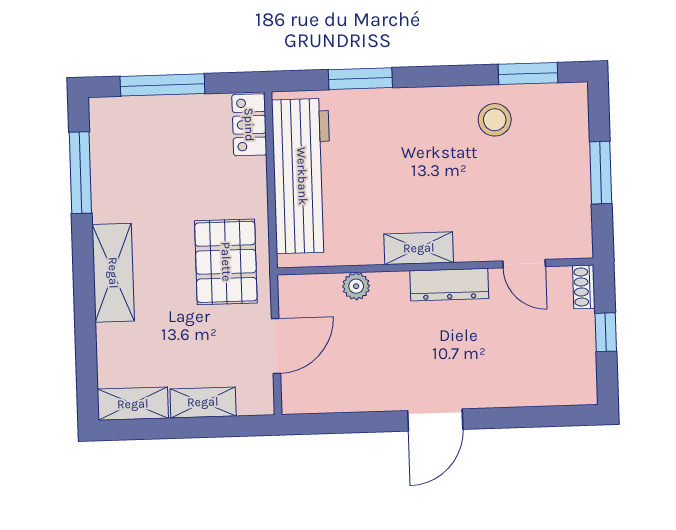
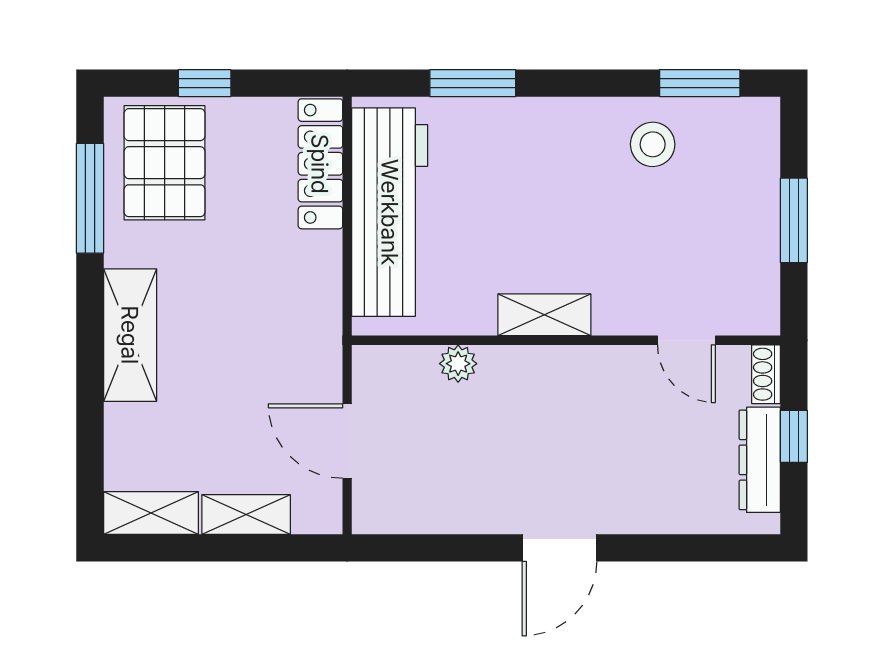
window: (162, 85) -> (205, 83), width x0.46
locker: (249, 125) -> (320, 164), width x1.53
pallet: (226, 262) -> (165, 163), moved
dresser: (449, 285) -> (760, 460), moved, turned 90
door: (276, 346) -> (347, 441), swing flipped

